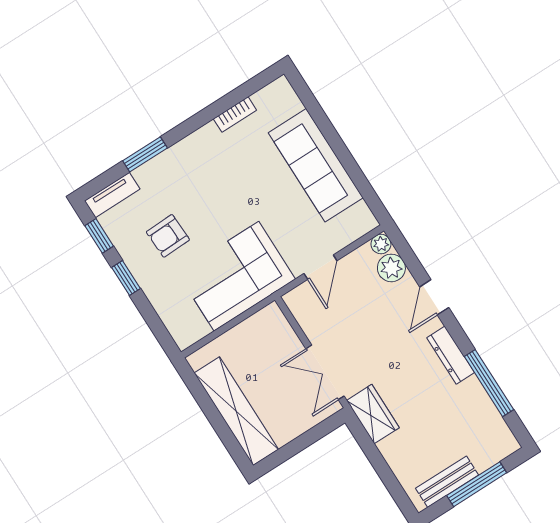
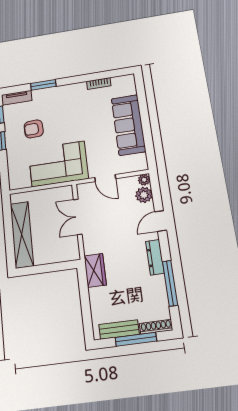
door: (320, 267) -> (105, 178), hinge flipped
double door: (325, 372) -> (78, 217), moved
shoe rack: (497, 454) -> (156, 327), added

